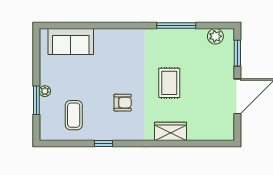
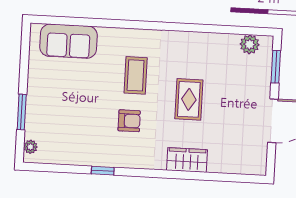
window: (176, 26) -> (201, 28), removed
plant: (45, 91) -> (30, 147), moved
coffee table: (74, 115) -> (136, 75), moved

